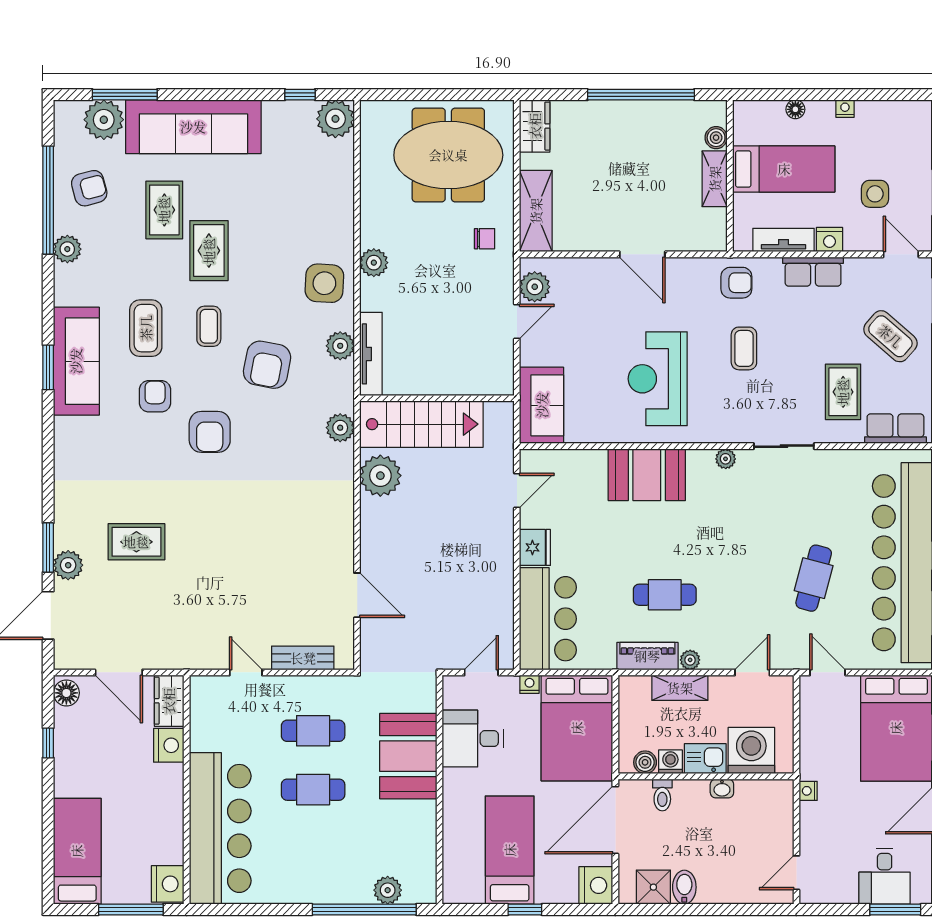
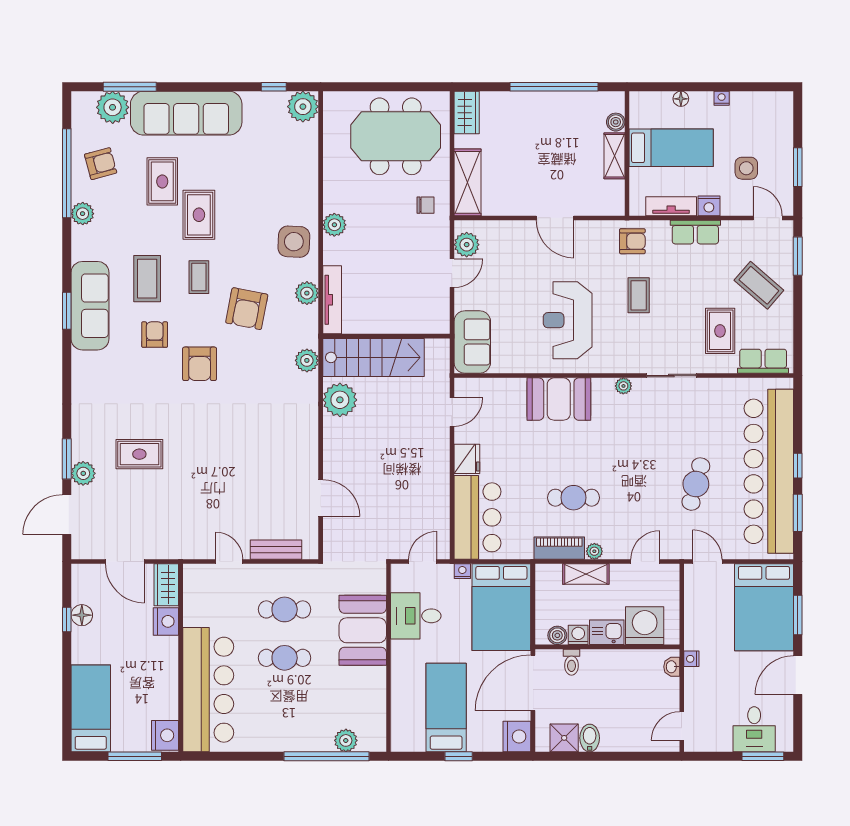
floor lamp: (66, 693) -> (82, 615), moved
washbasin: (722, 788) -> (672, 667), moved, turned 90

